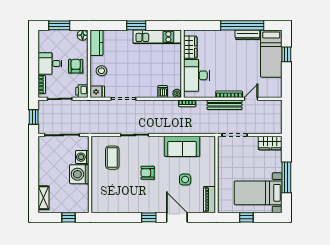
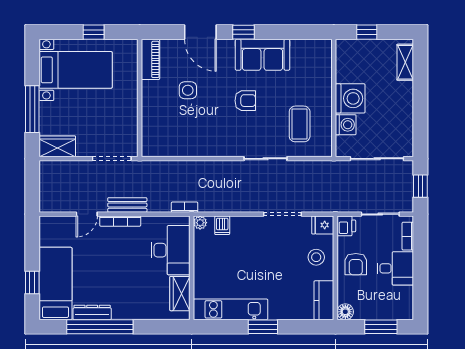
bench: (224, 105) -> (127, 205), width x0.73
sofa: (182, 146) -> (262, 55), moved, turned 180
window: (286, 177) -> (32, 109), moved

